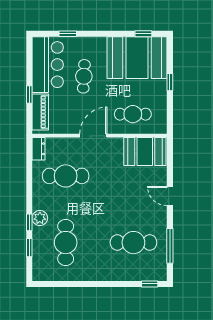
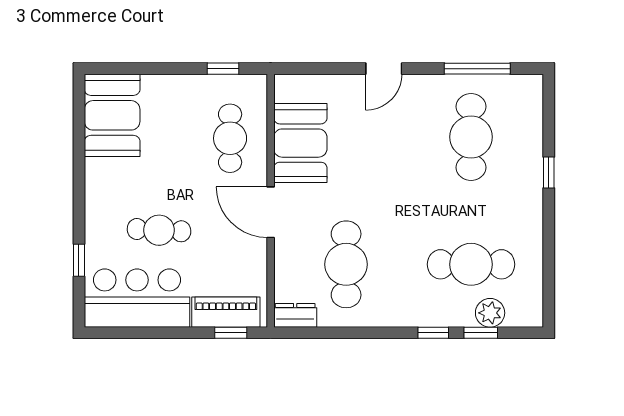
window: (143, 34) -> (79, 118), removed
booth: (137, 58) -> (112, 115), width x0.73, depth x0.70
window: (170, 82) -> (223, 69), moved
window: (29, 94) -> (231, 333), moved
booth: (145, 152) -> (300, 143), moved
plant: (40, 218) -> (490, 313), moved
window: (150, 284) -> (549, 173), moved

